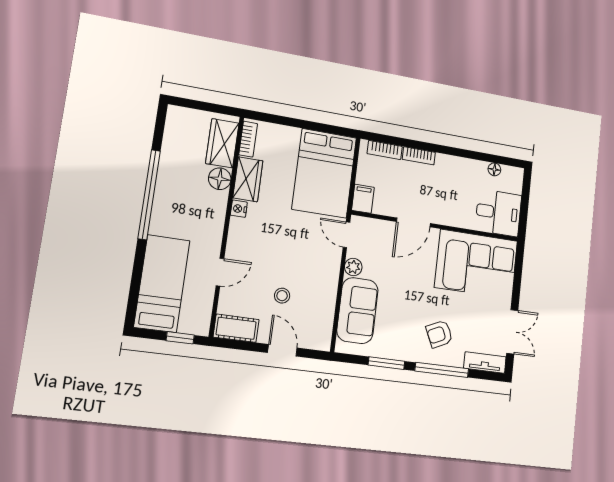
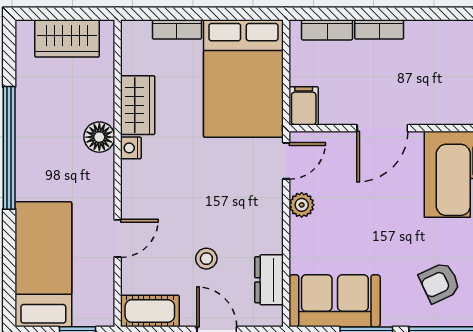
bookcase: (248, 139) -> (177, 29), moved, turned 90
wardrobe: (222, 143) -> (67, 38), moved, turned -90
floor lamp: (220, 179) -> (99, 137), moved
door: (346, 235) -> (286, 161), swing flipped
sofa: (357, 311) -> (335, 301), moved, turned -90
dresser: (324, 317) -> (269, 280), added

